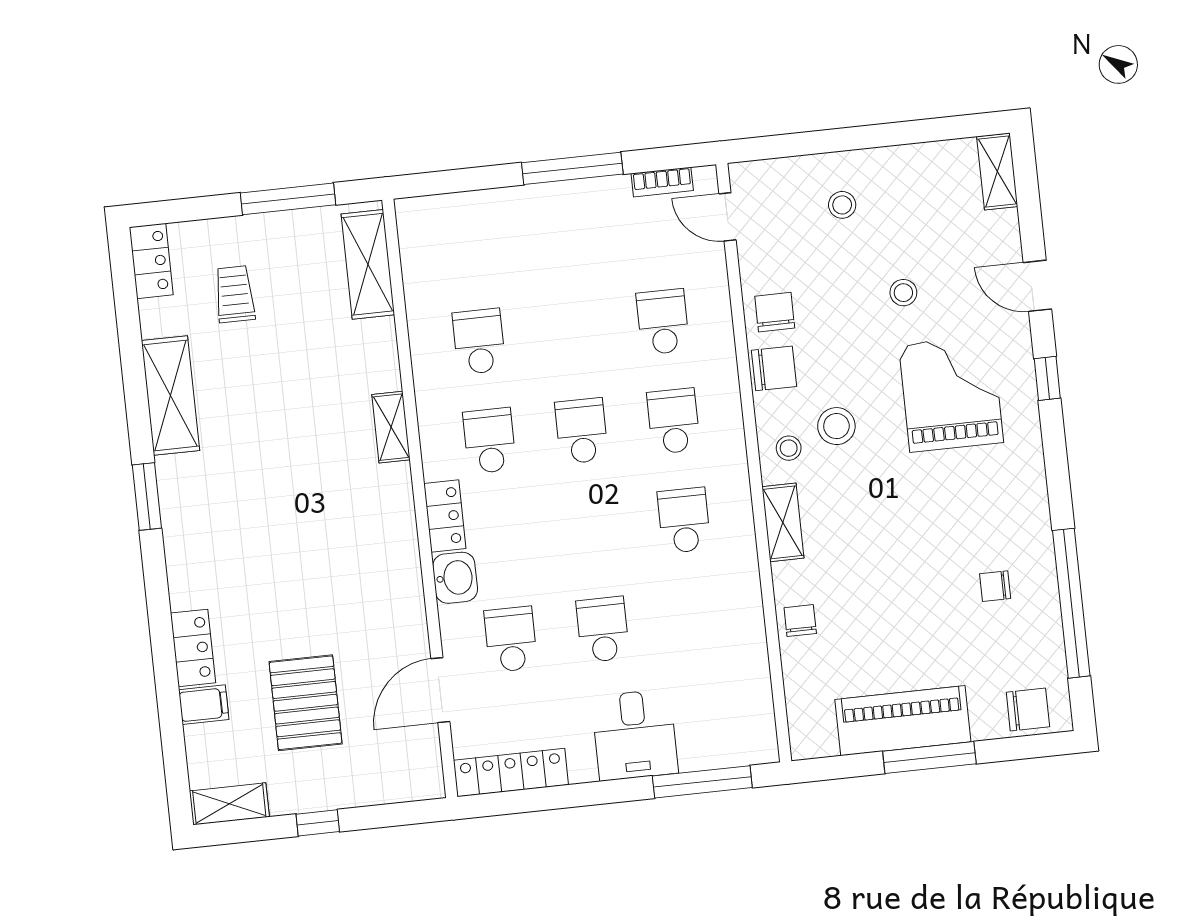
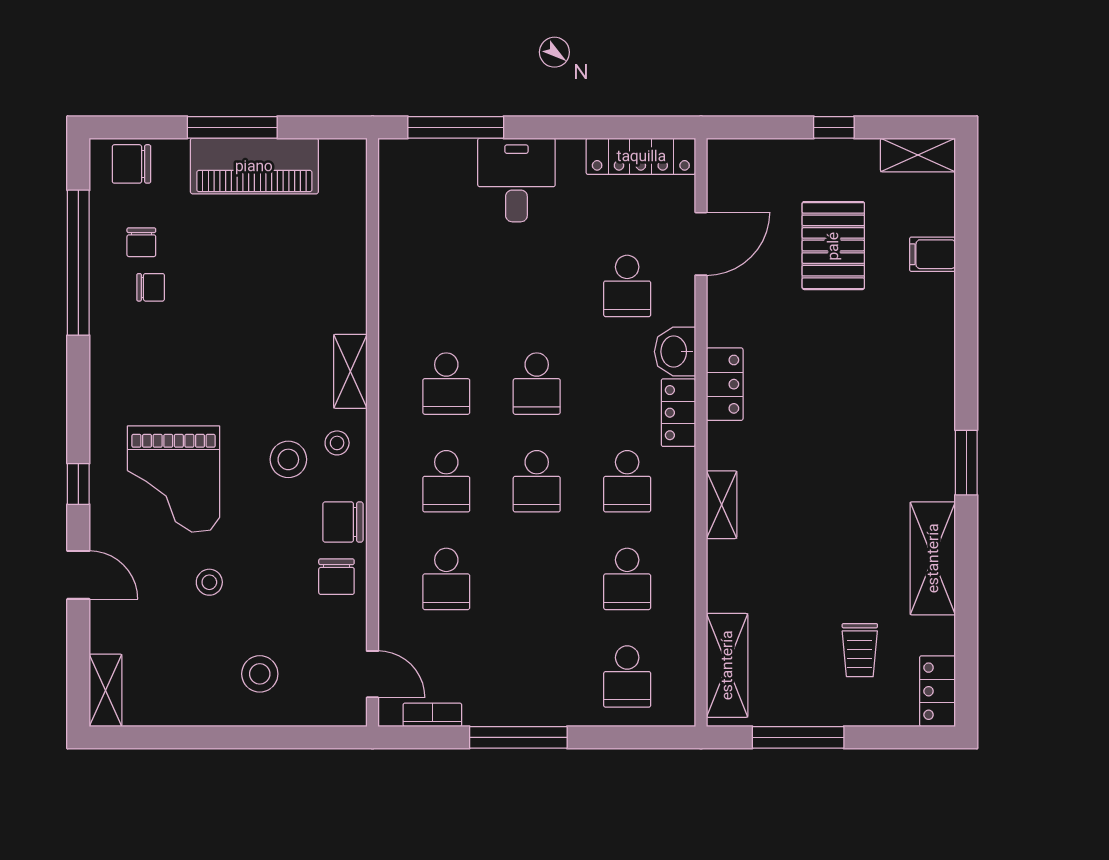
stool: (842, 205) -> (260, 674), width x1.37, depth x1.37
school desk: (468, 242) -> (627, 677), added
chair: (800, 621) -> (141, 242), moved
school desk: (603, 629) -> (537, 384), moved
locker: (193, 648) -> (725, 384), moved, turned 180

